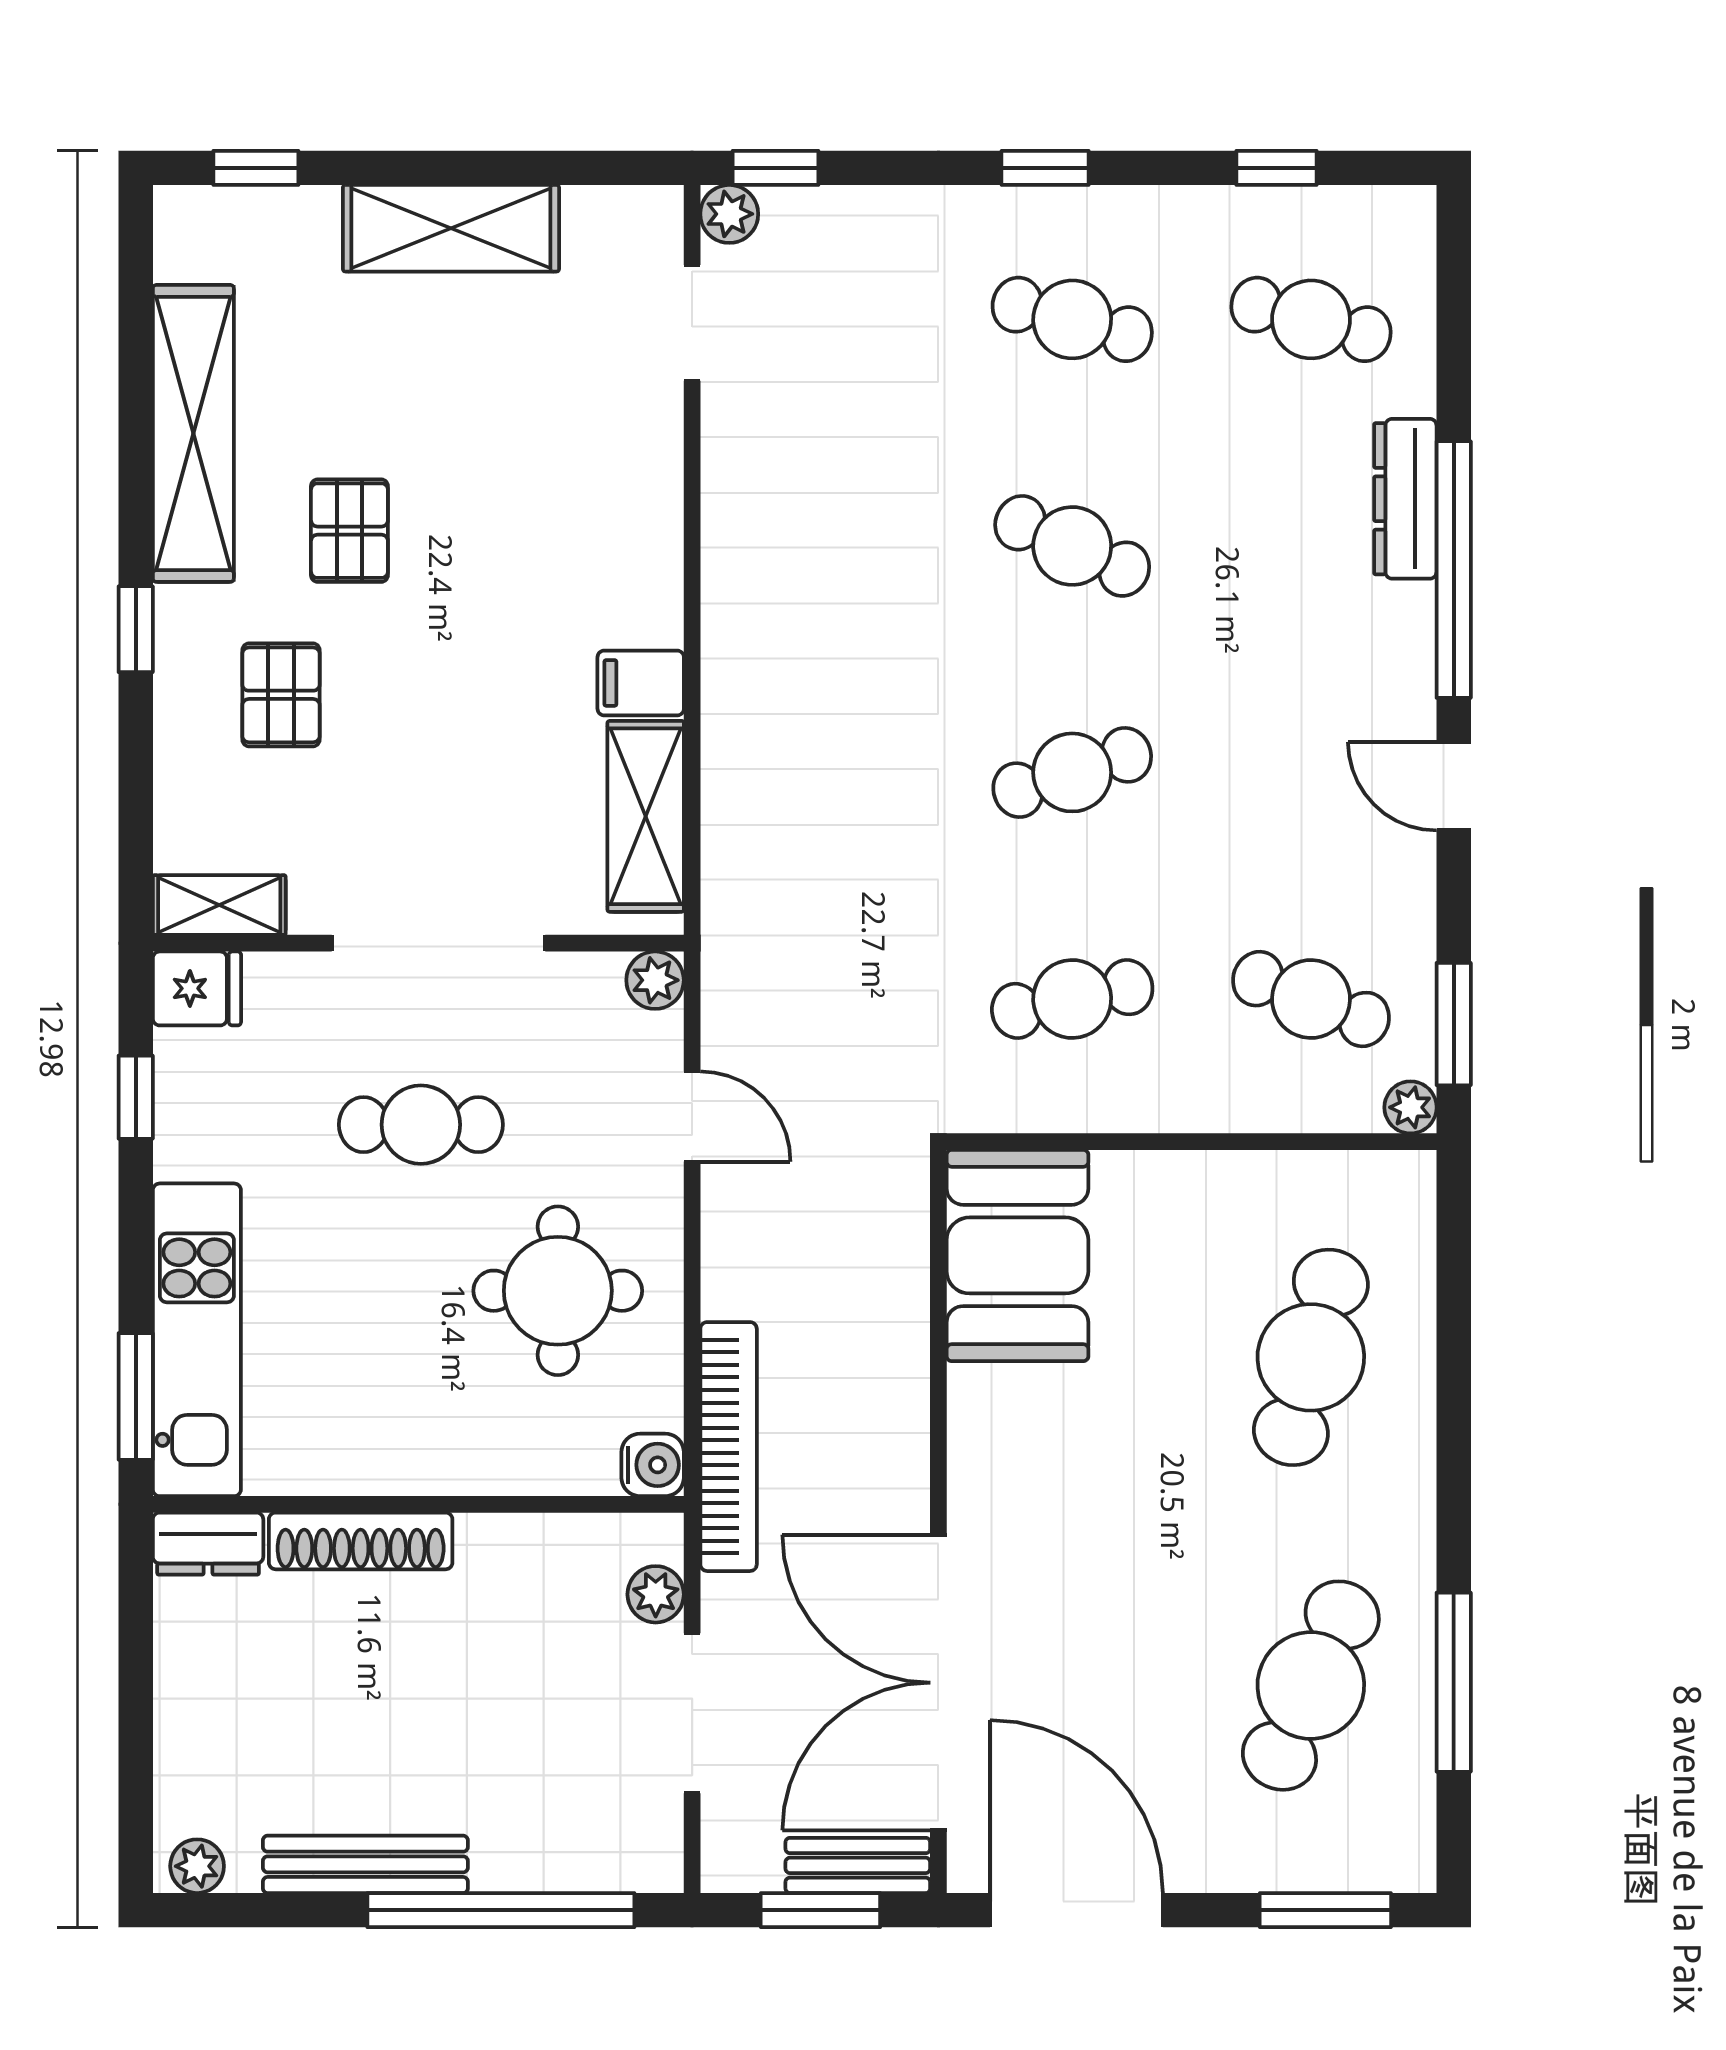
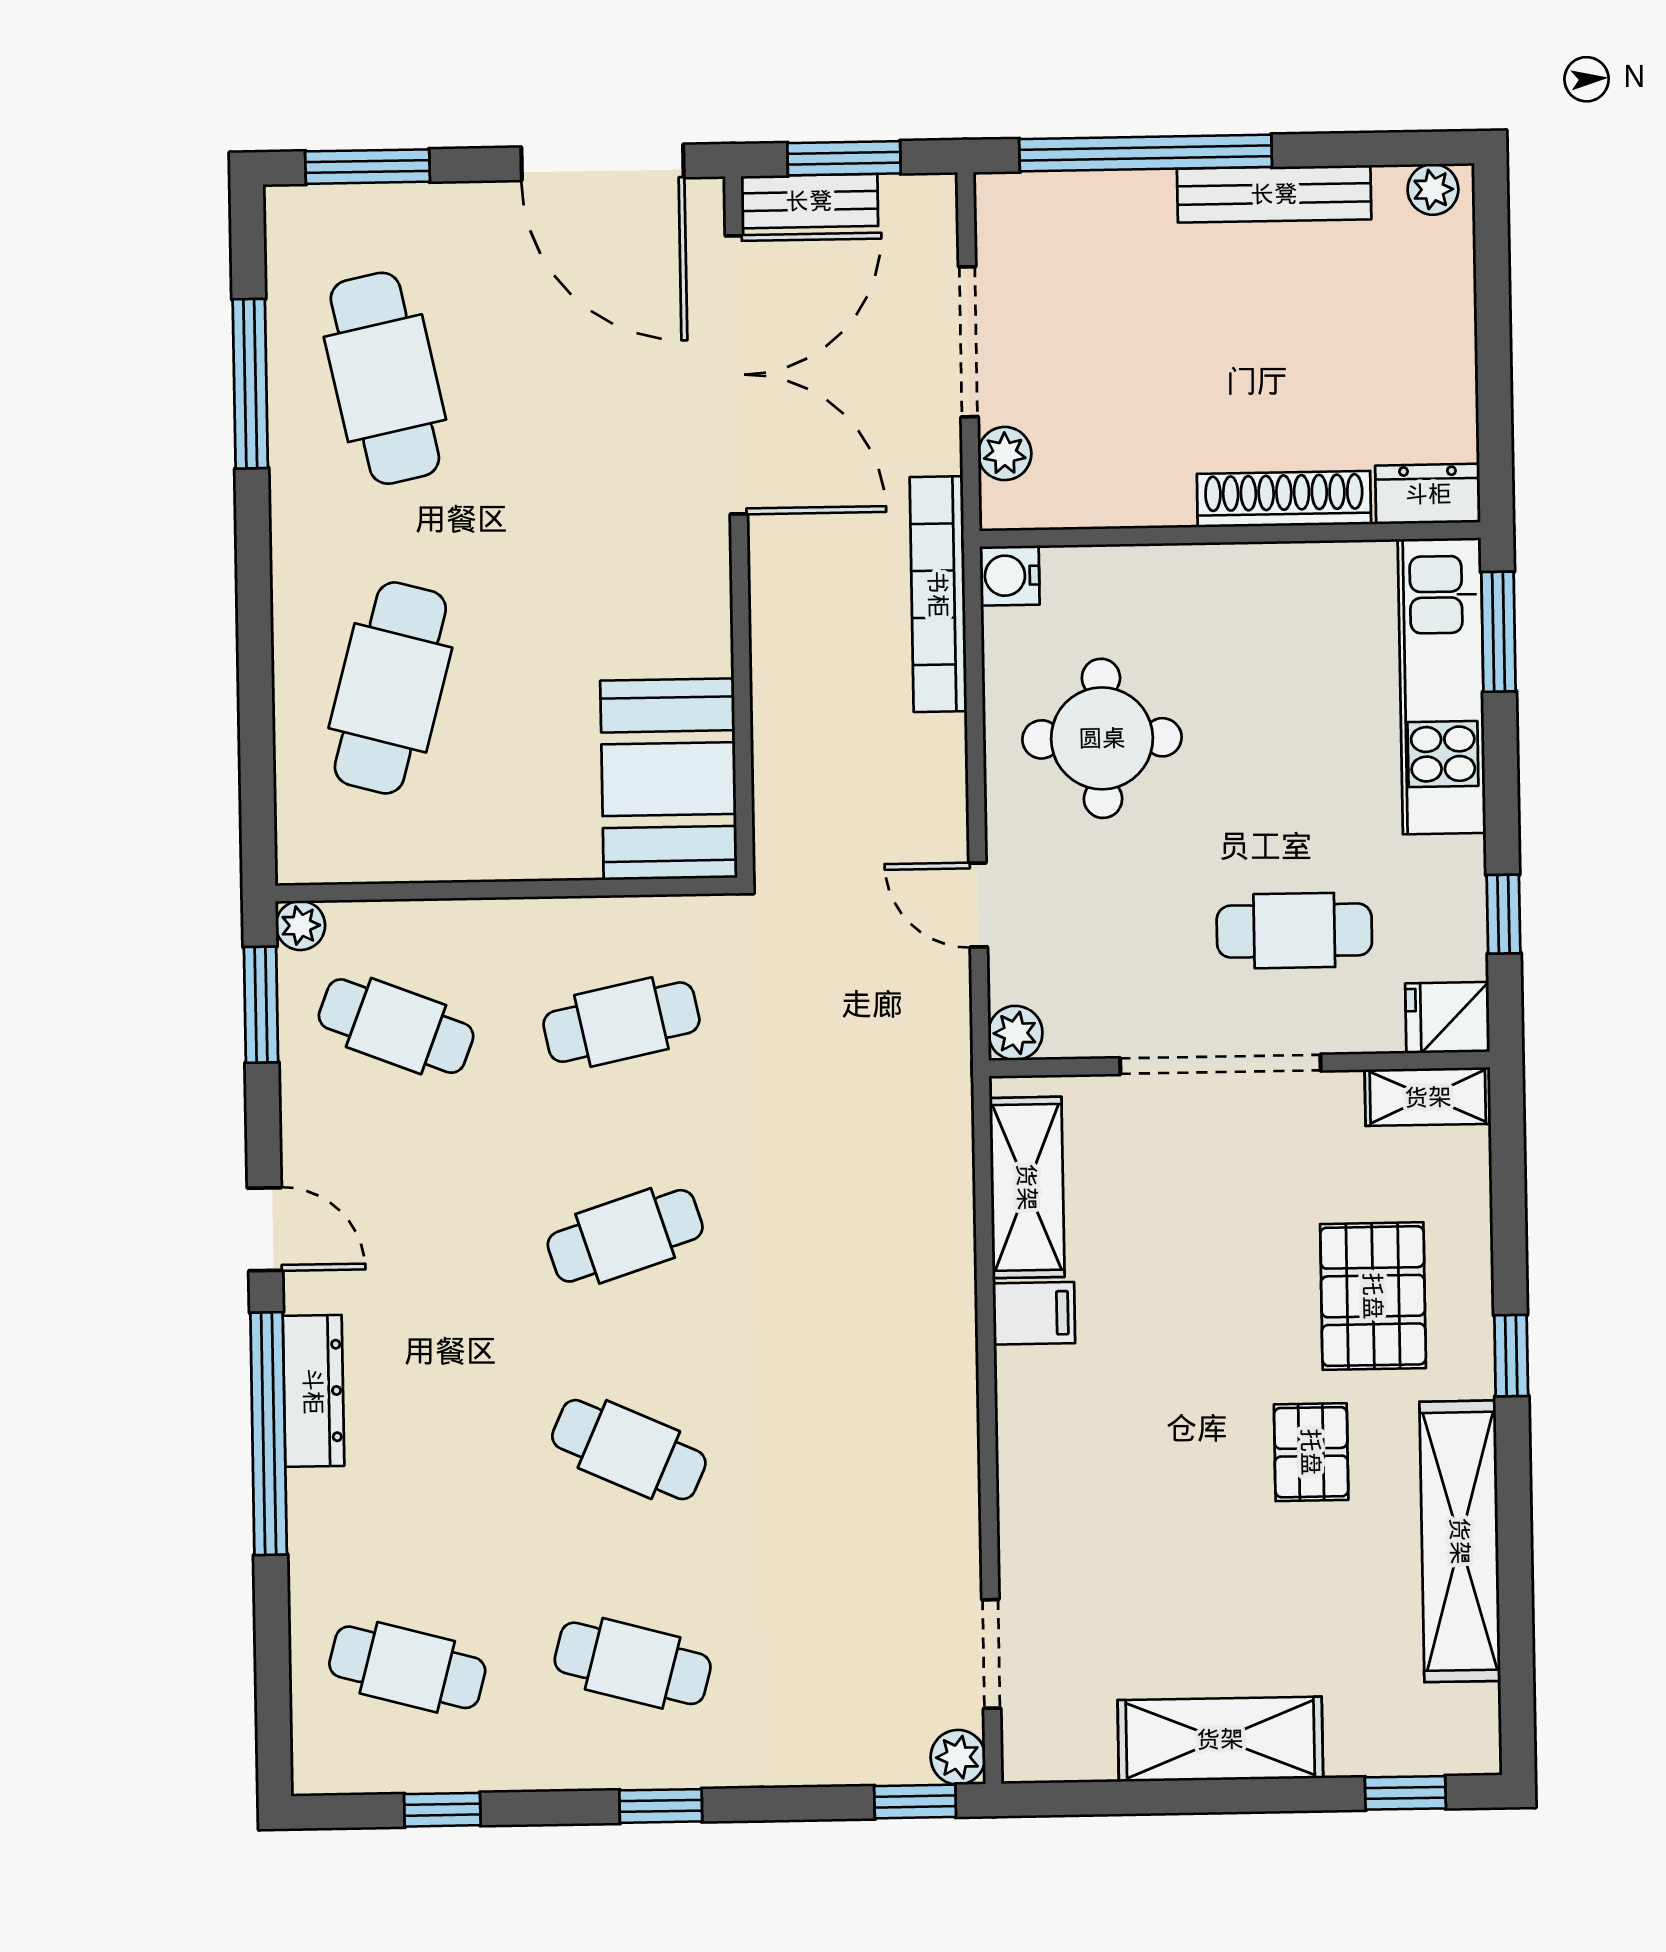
dresser: (1405, 499) -> (313, 1391), moved
pallet: (281, 695) -> (1373, 1296), width x1.50, depth x1.42
cafe table: (421, 1125) -> (1294, 931), moved
cafe table: (1311, 1686) -> (385, 378), turned -36

